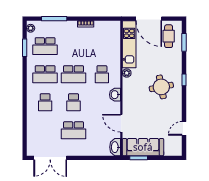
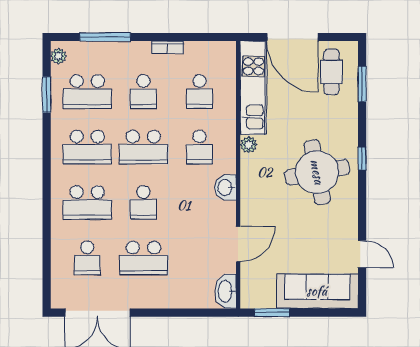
school desk: (74, 46) -> (143, 92), added
school desk: (102, 46) -> (200, 92), added
round table: (161, 87) -> (317, 172), width x1.36, depth x1.36
school desk: (45, 102) -> (87, 202), width x1.85
door: (121, 123) -> (238, 244), swing flipped
door: (184, 128) -> (362, 254), swing flipped
school desk: (45, 130) -> (87, 258), added
sofa: (143, 147) -> (317, 291), moved

